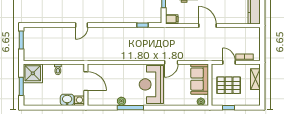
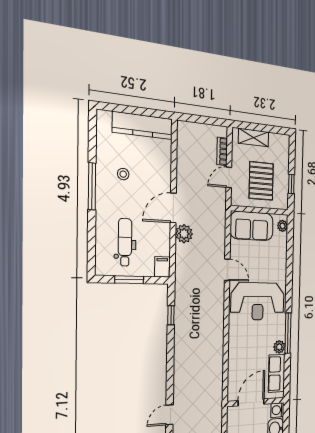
door: (82, 25) -> (169, 415), swing flipped
plant: (192, 33) -> (184, 234), added
row of seats: (104, 100) -> (277, 373), added

